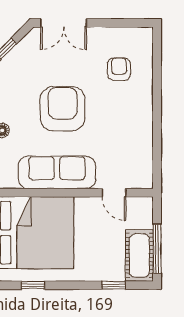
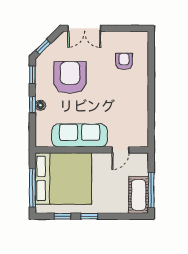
armchair: (63, 109) -> (70, 77), moved
door: (114, 193) -> (120, 150), hinge flipped
window: (113, 285) -> (89, 216), moved

